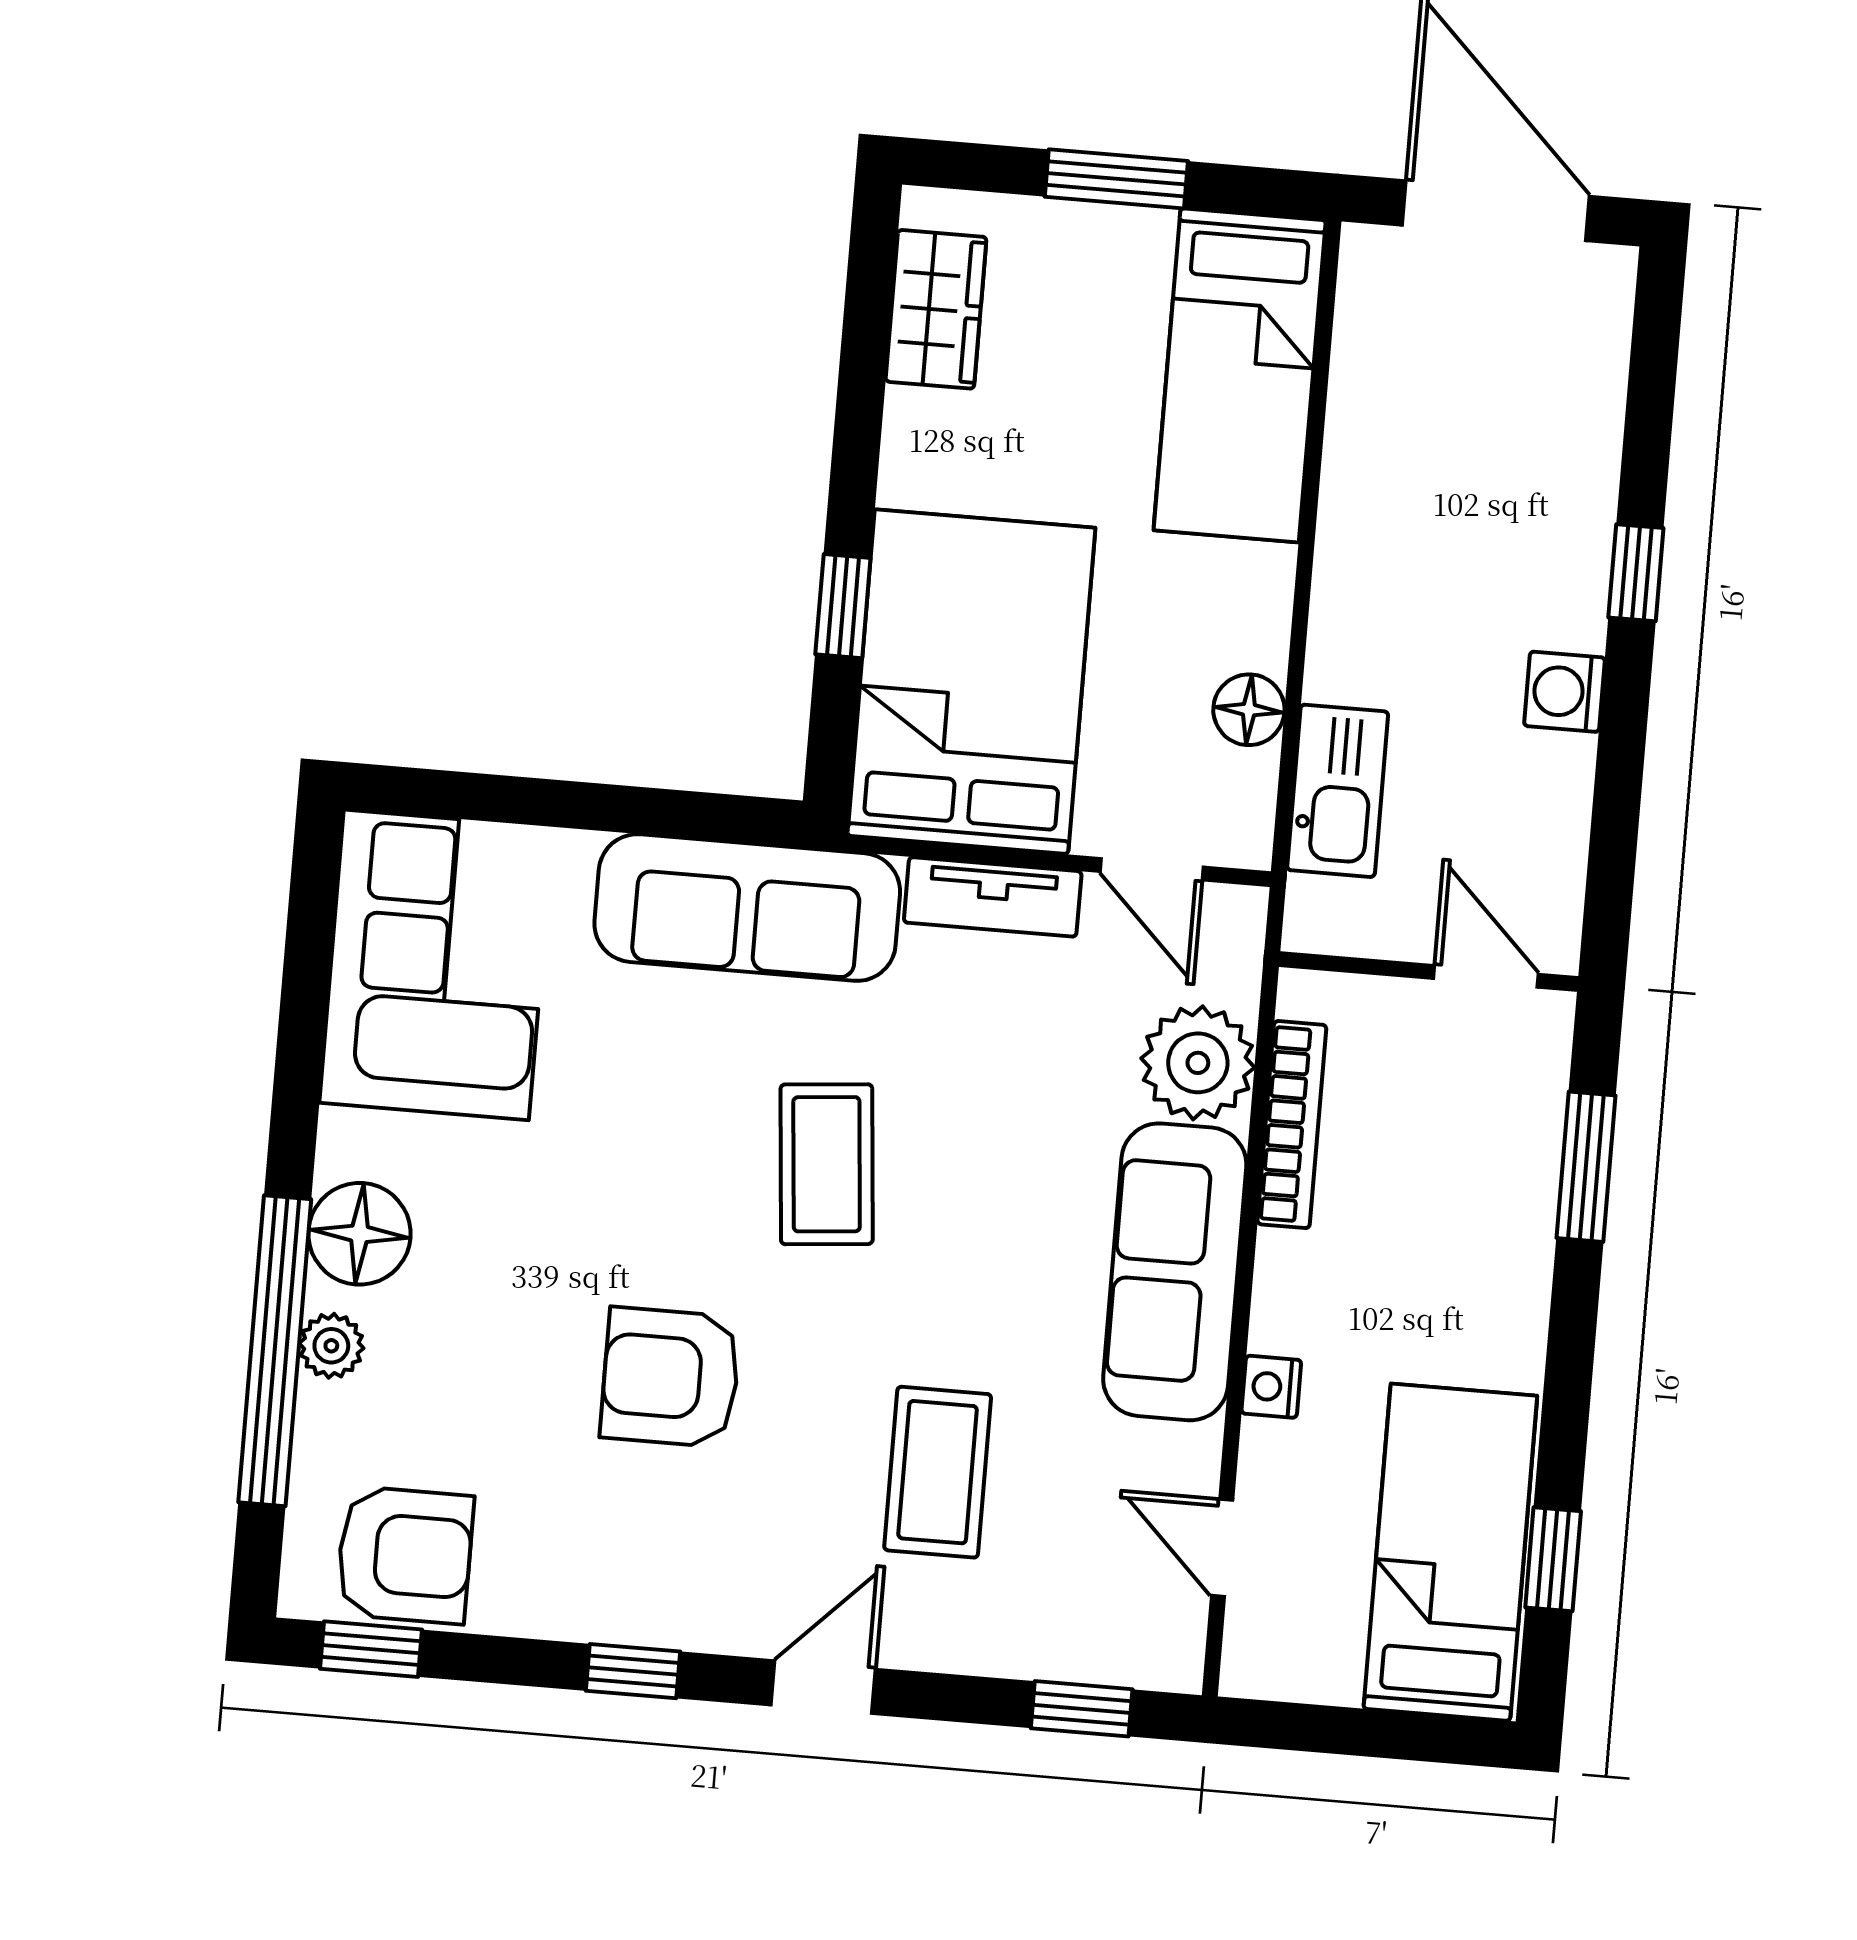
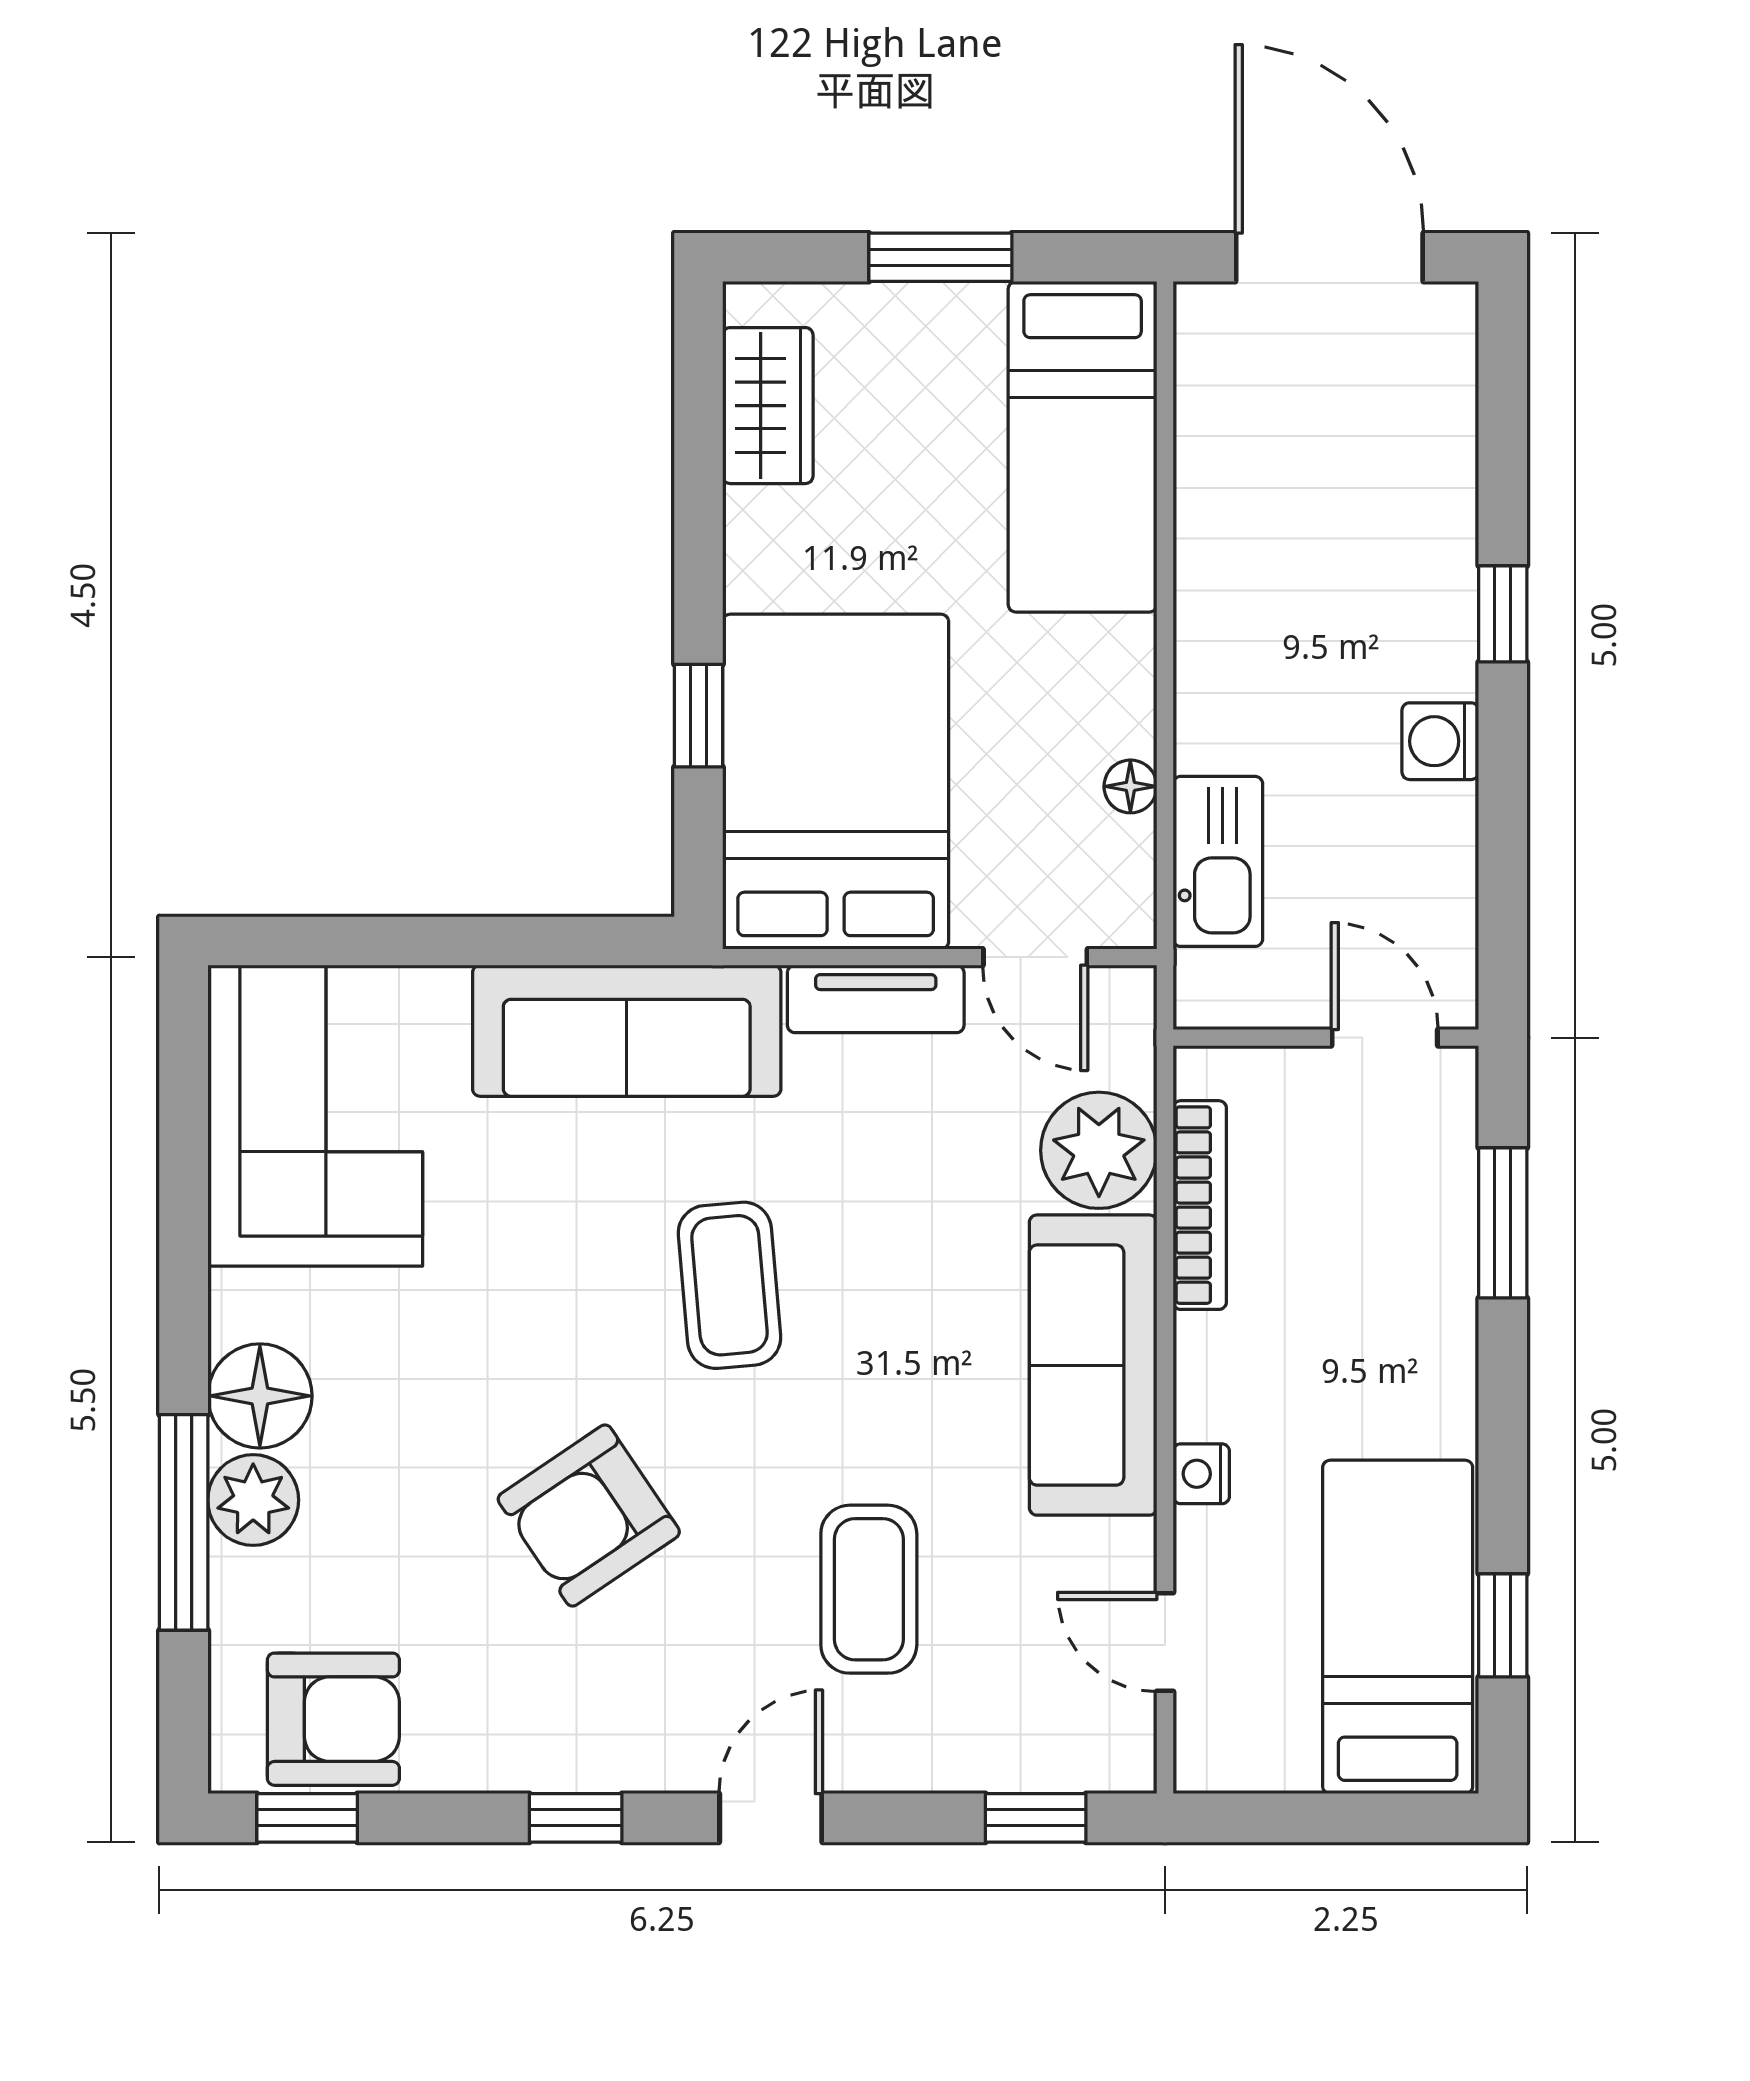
floor lamp: (1249, 710) -> (1130, 786), width x0.73, depth x0.73
plant: (331, 1346) -> (253, 1500), width x1.38, depth x1.38
window: (275, 1351) -> (184, 1522), width x0.68
armchair: (670, 1377) -> (589, 1515), turned -34

